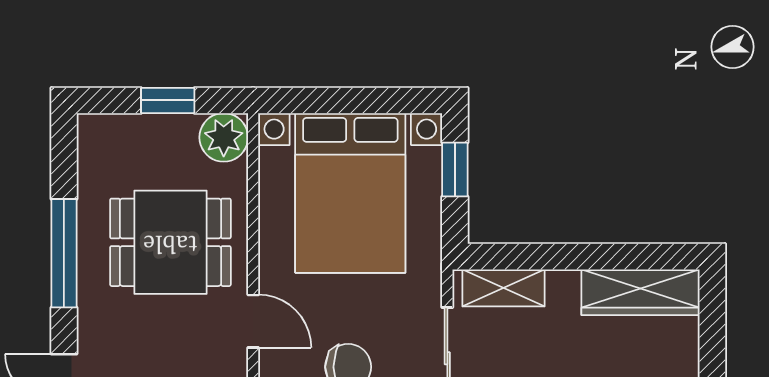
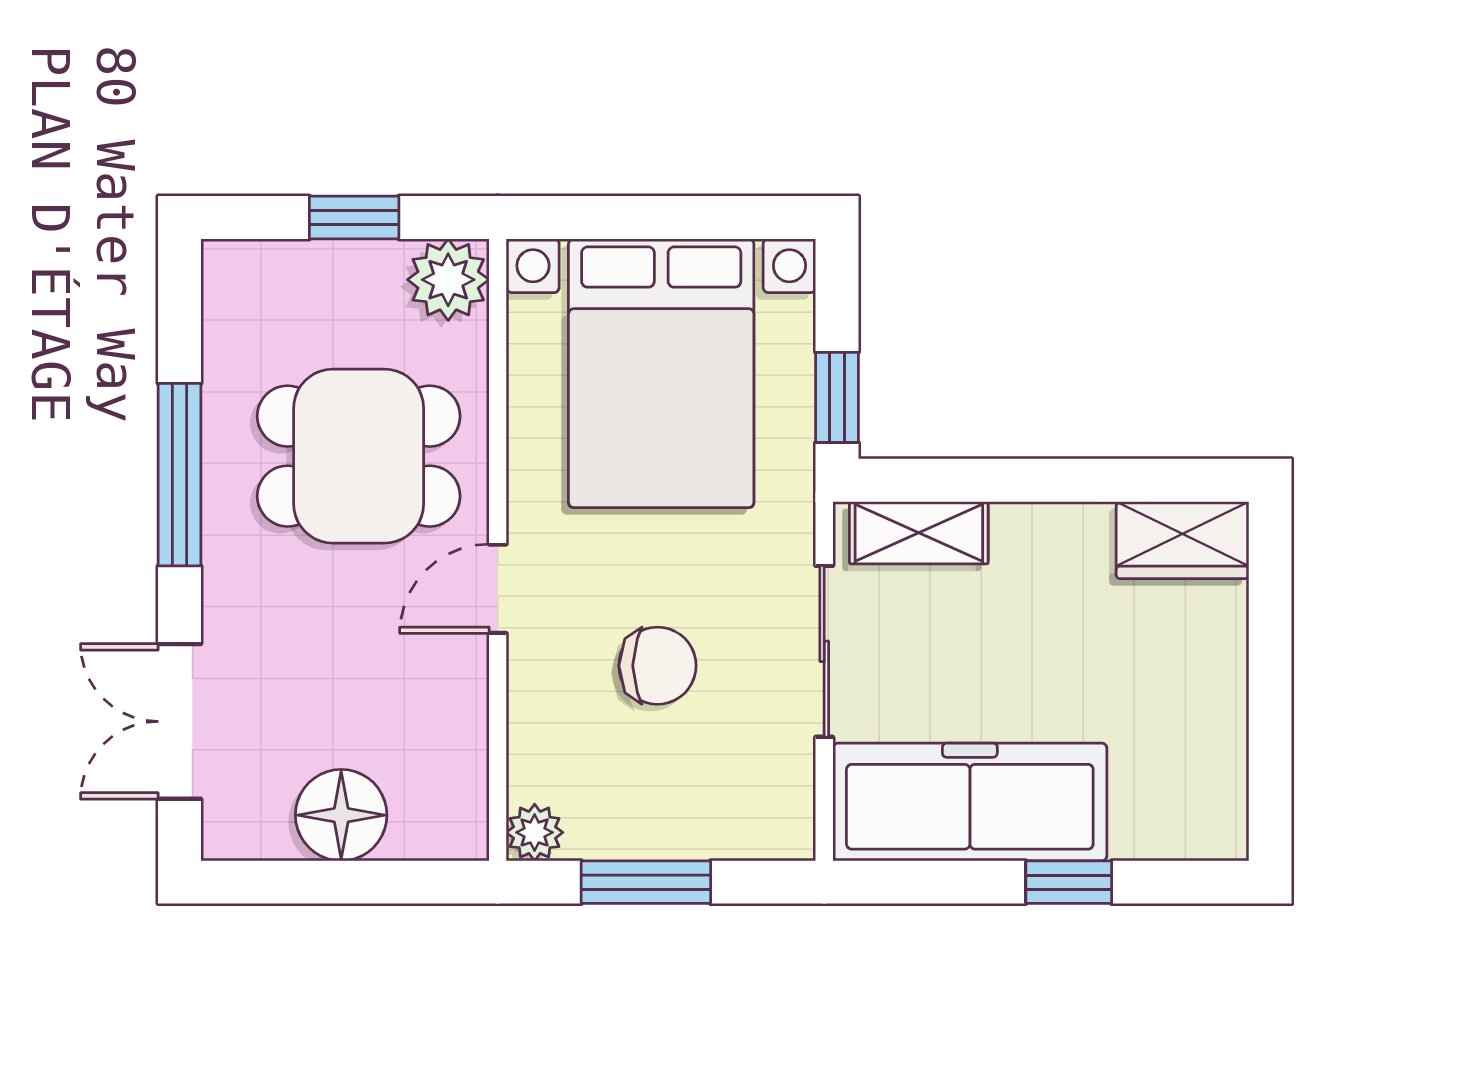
window: (455, 169) -> (837, 397), moved
wardrobe: (641, 292) -> (1183, 540), width x0.67
door: (253, 321) -> (498, 589), swing flipped

